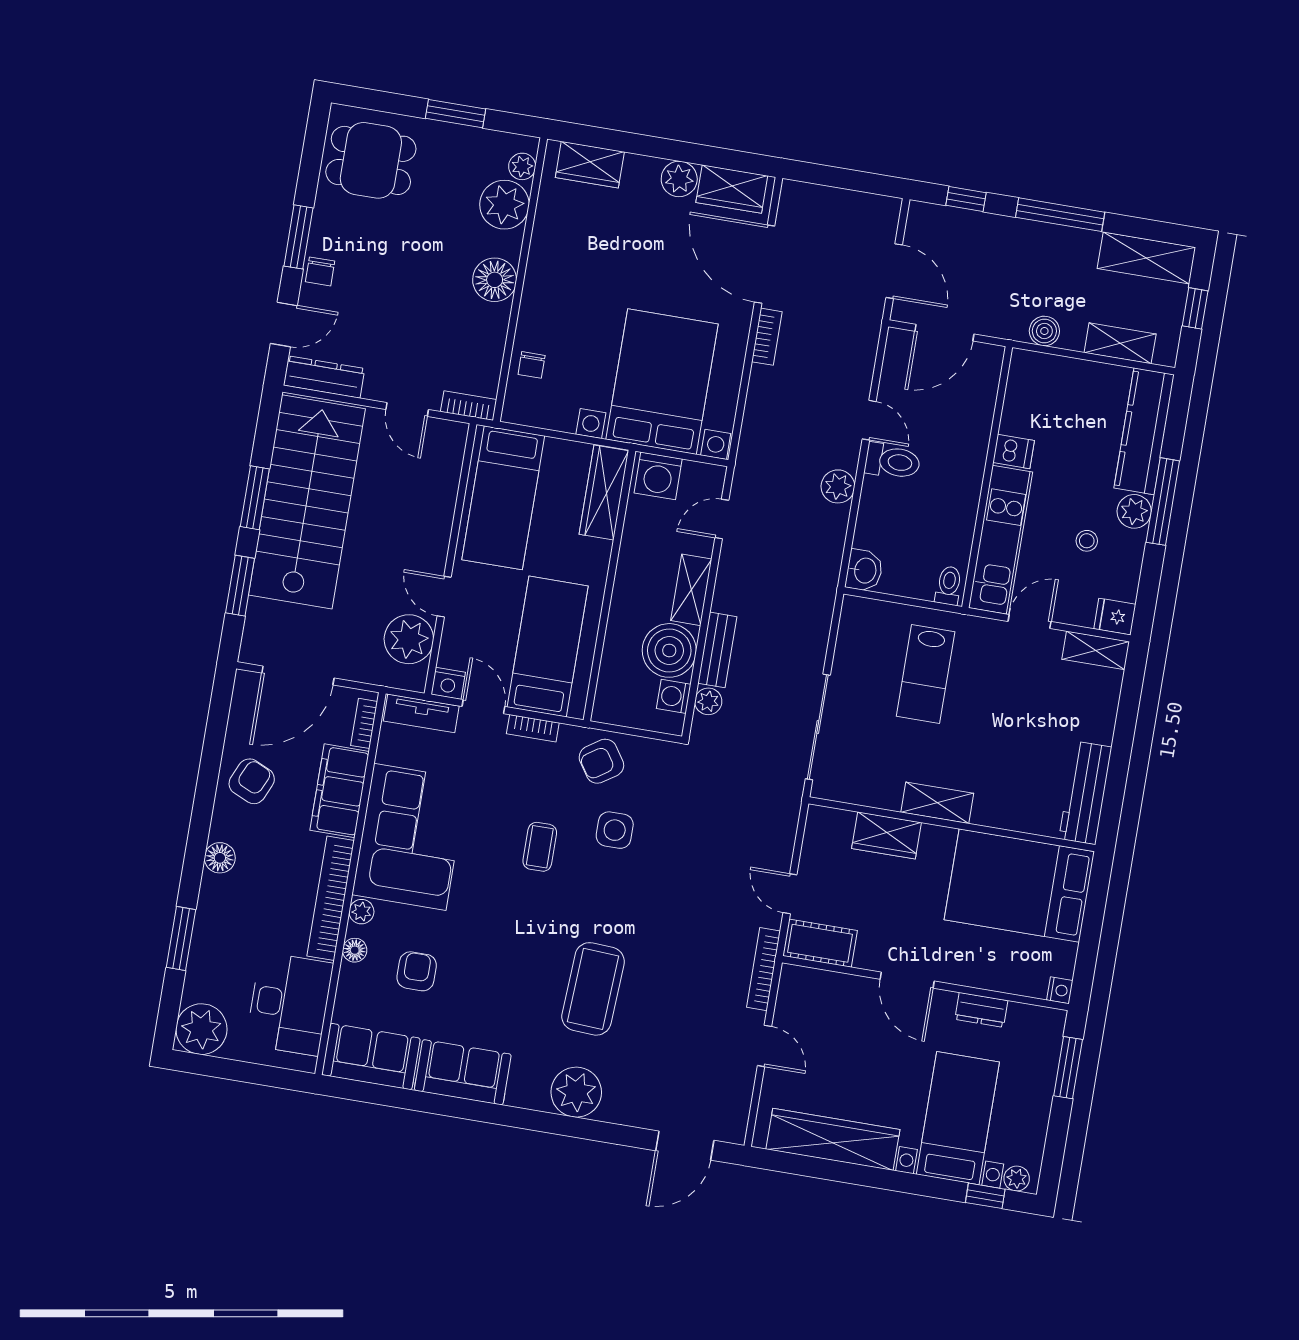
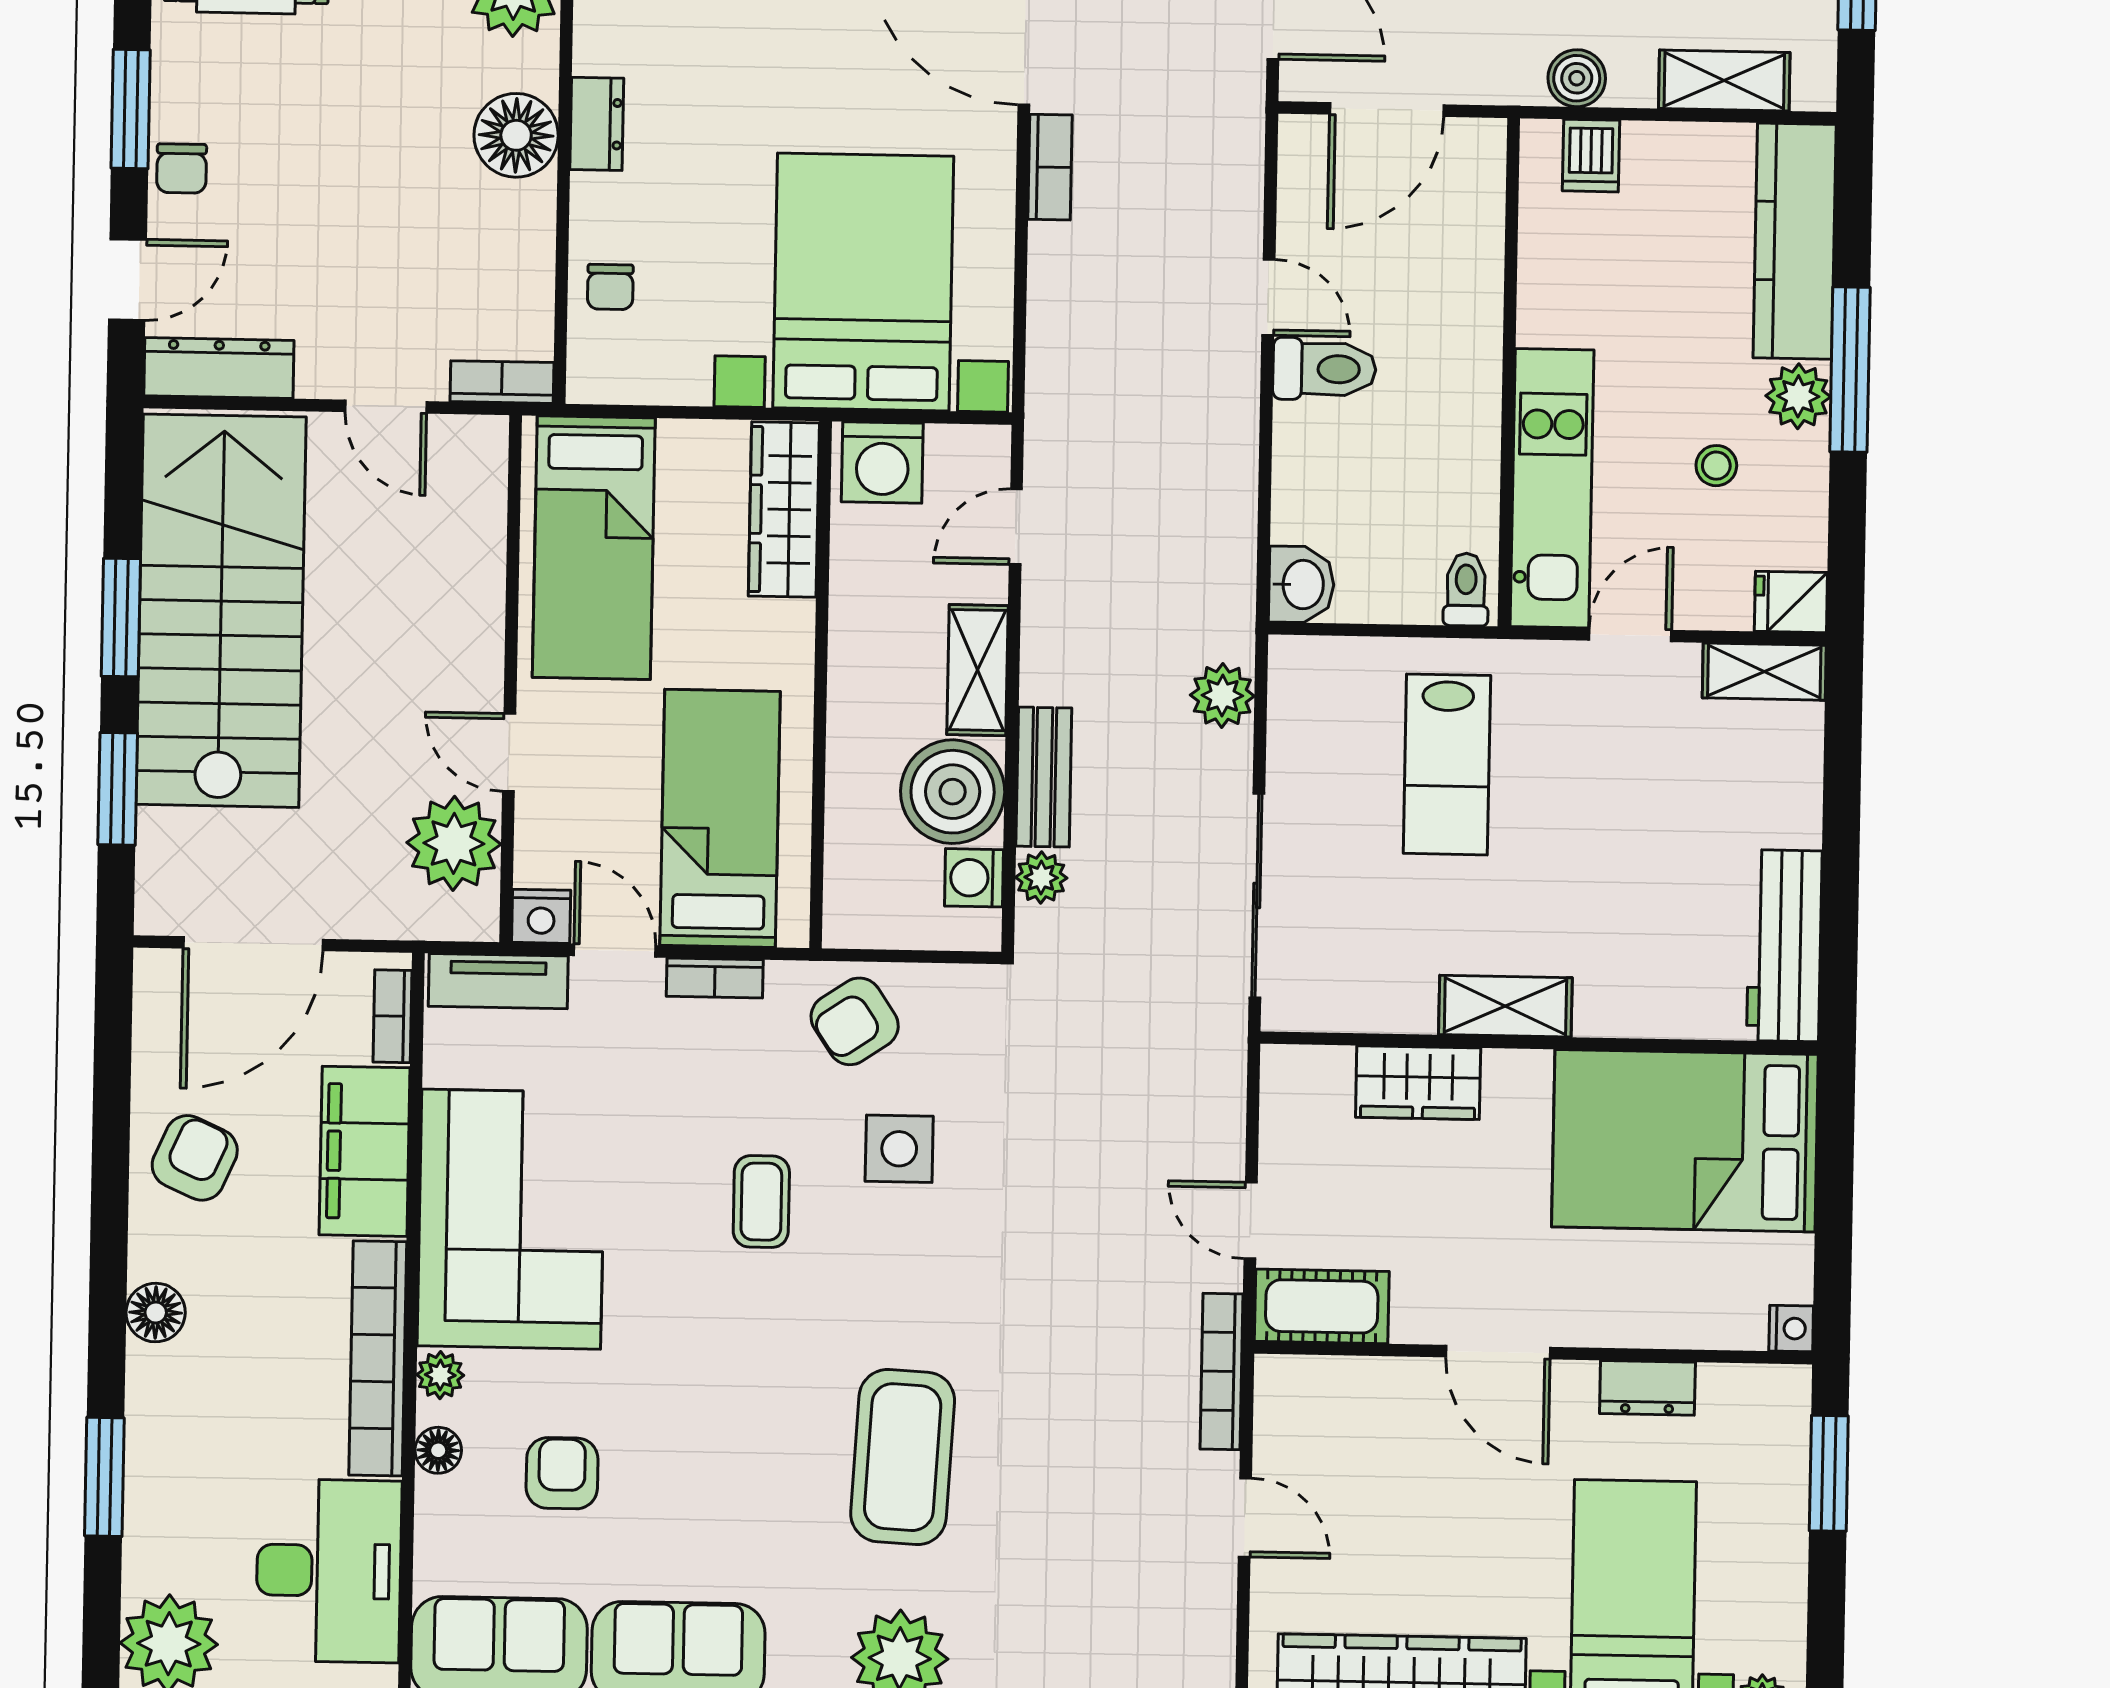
dresser: (537, 280) -> (597, 124), added
dishwasher: (1014, 451) -> (1591, 156), moved, turned 90
plant: (838, 486) -> (1222, 696), moved

